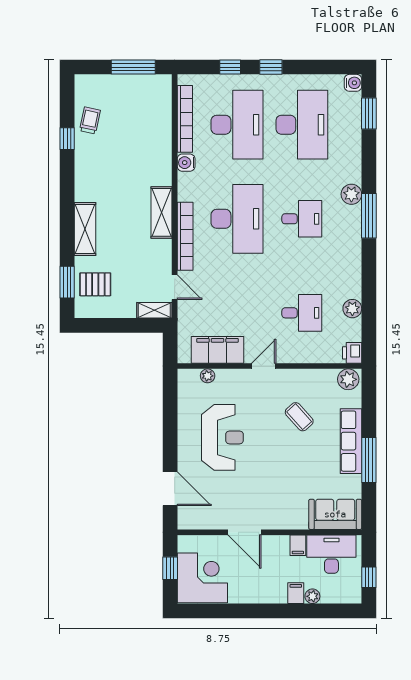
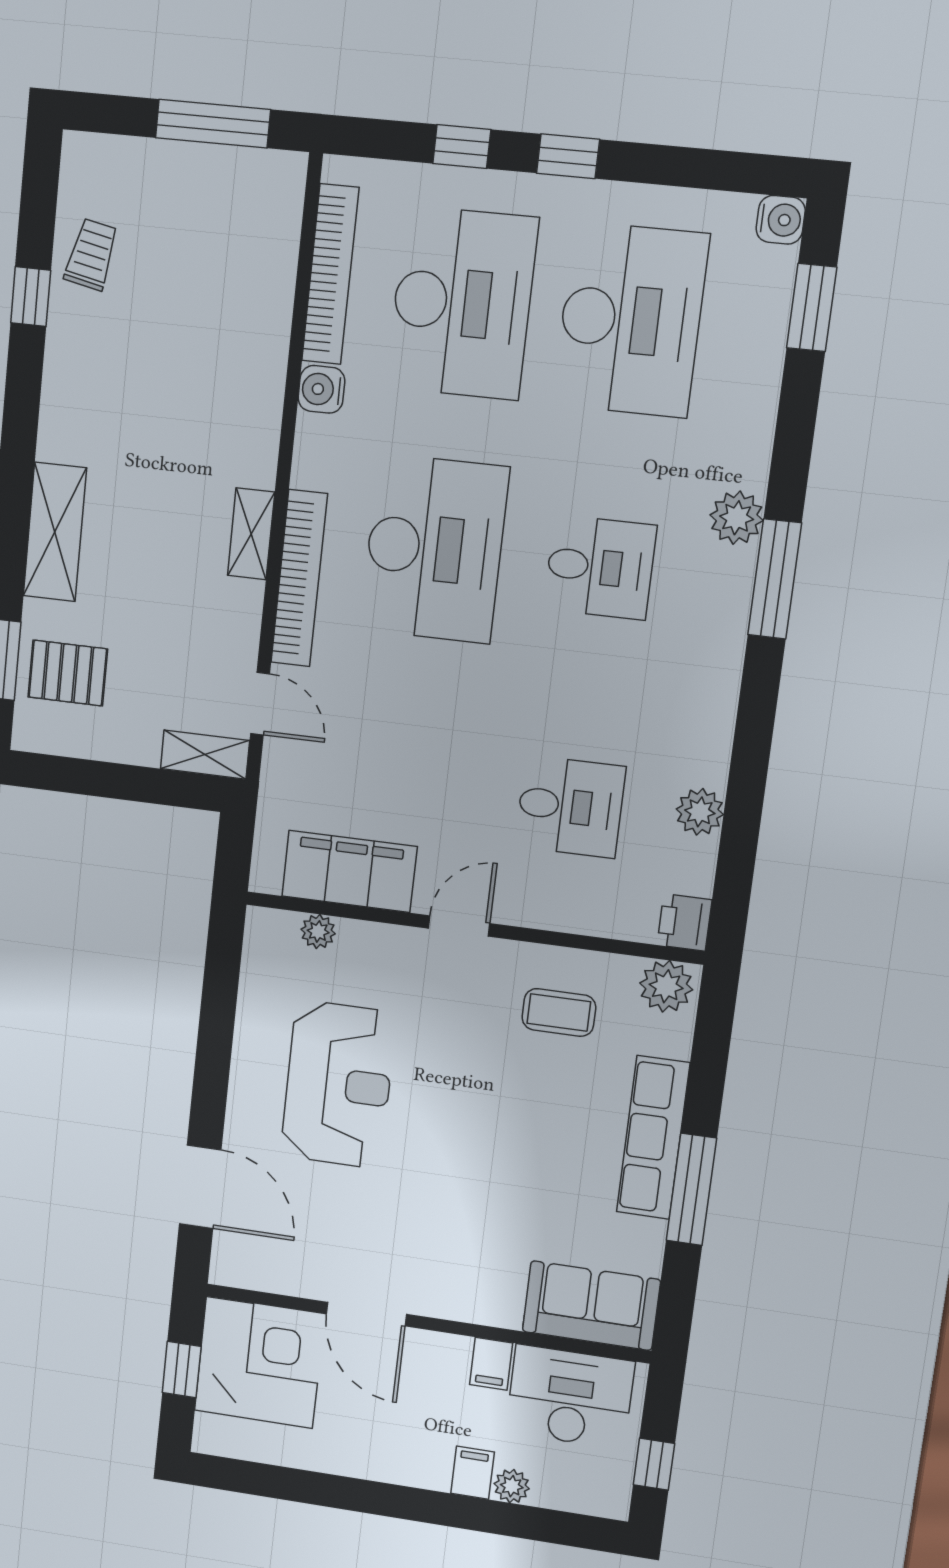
shelving: (162, 212) -> (251, 534), width x0.67, depth x0.75
coffee table: (299, 417) -> (559, 1012), moved, turned -48
corner desk: (202, 578) -> (259, 1363), moved

